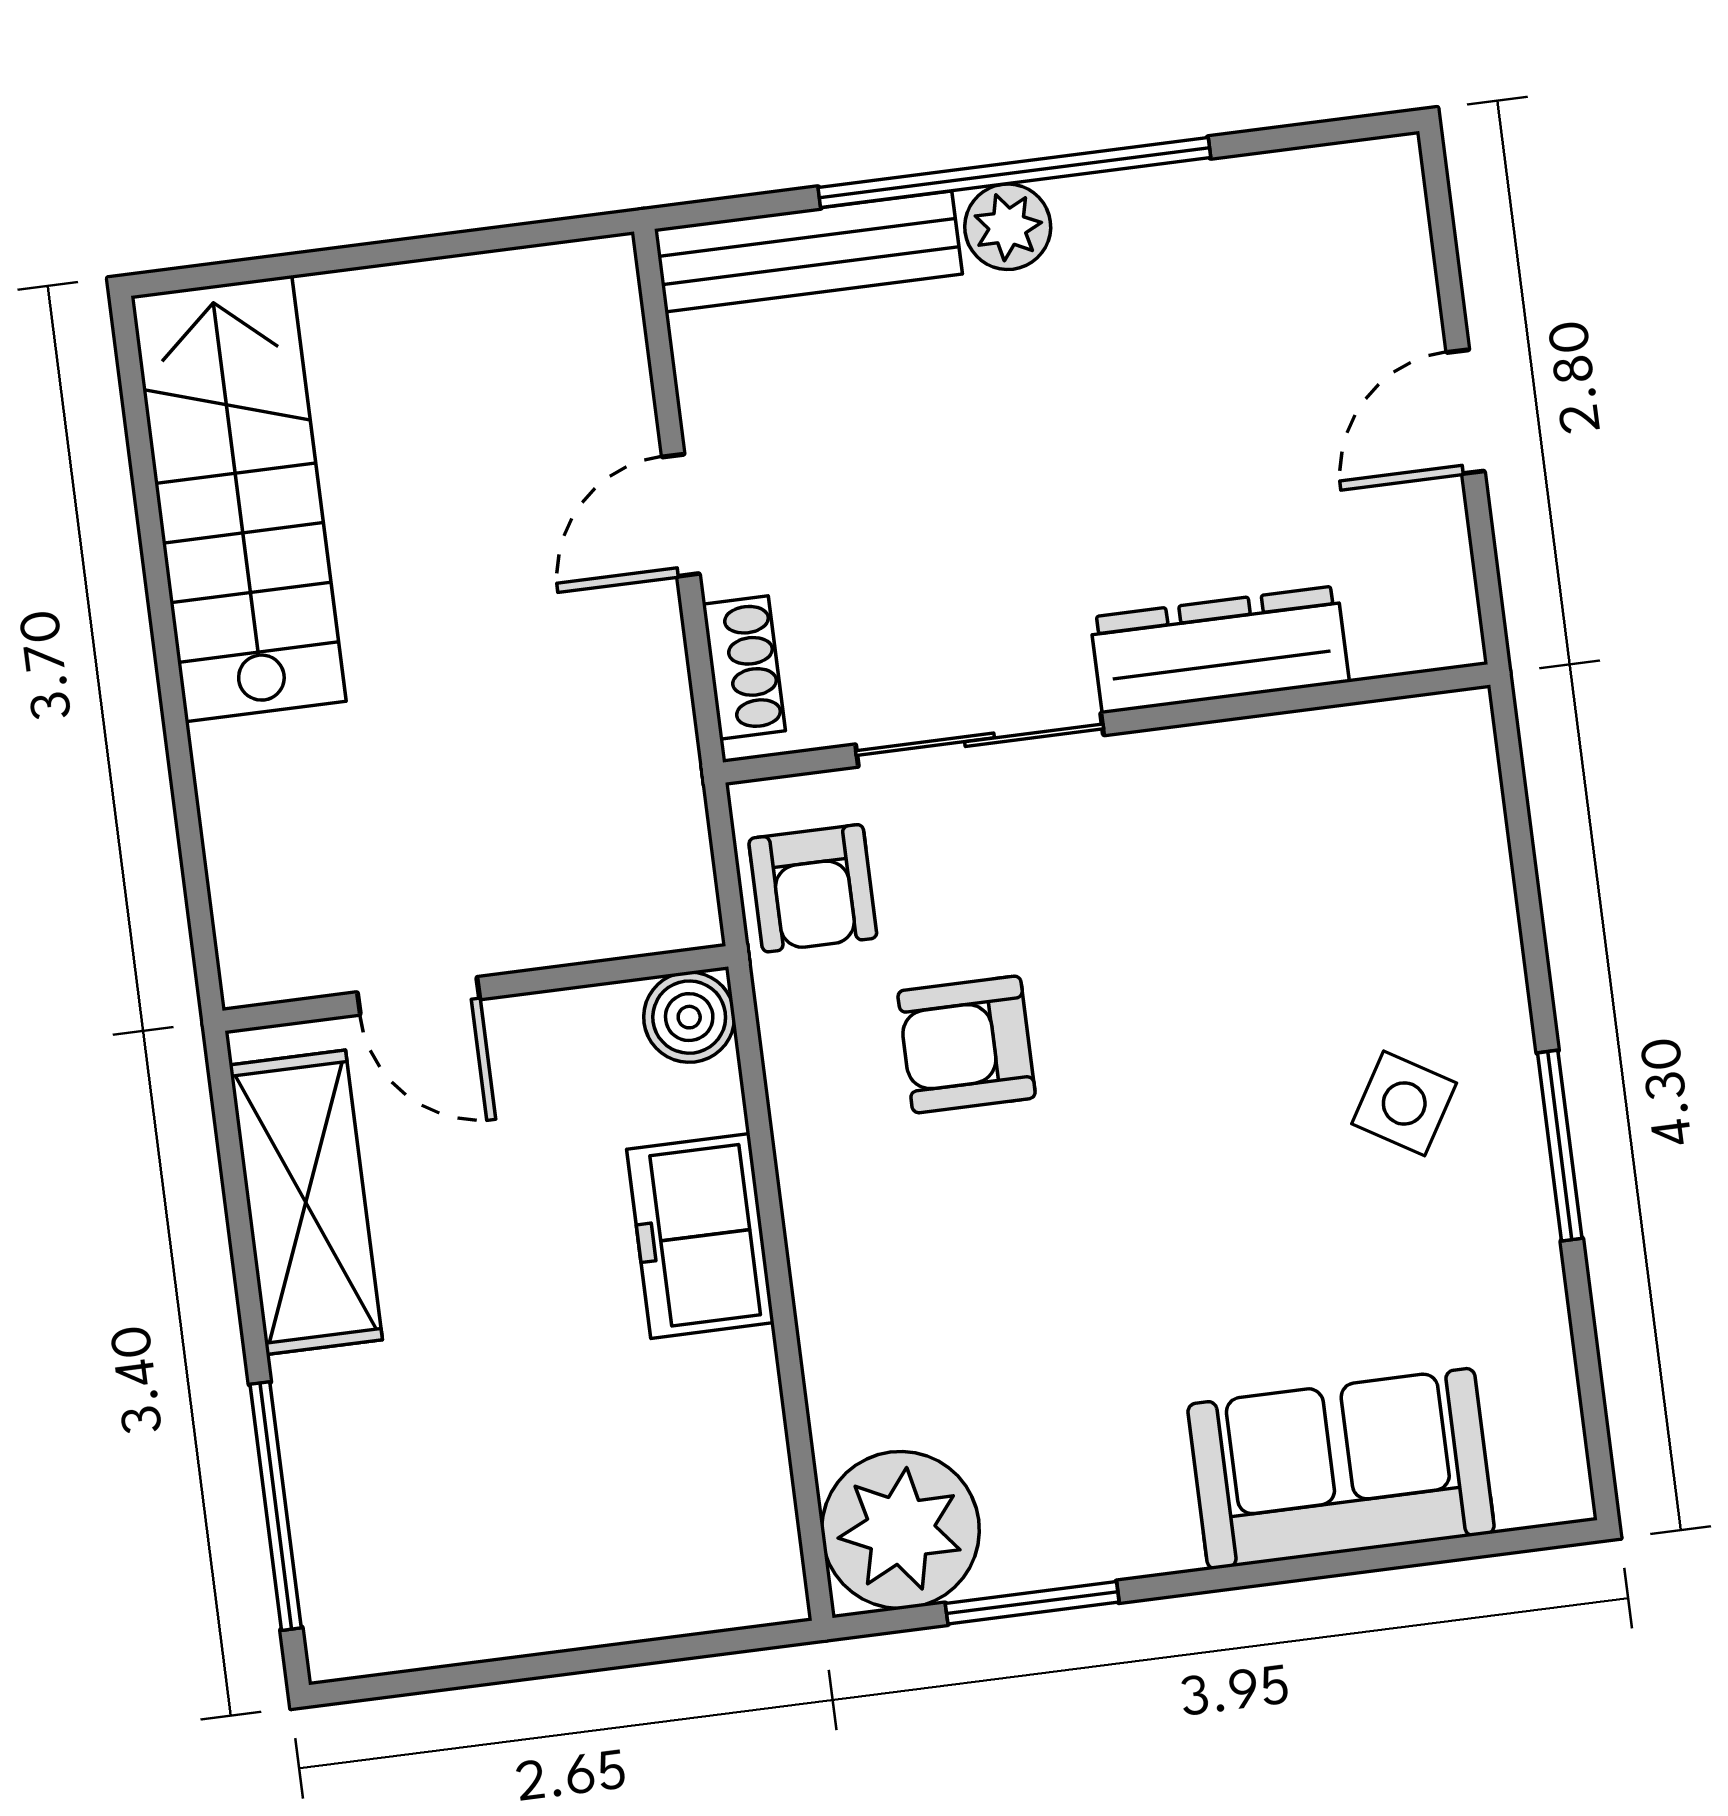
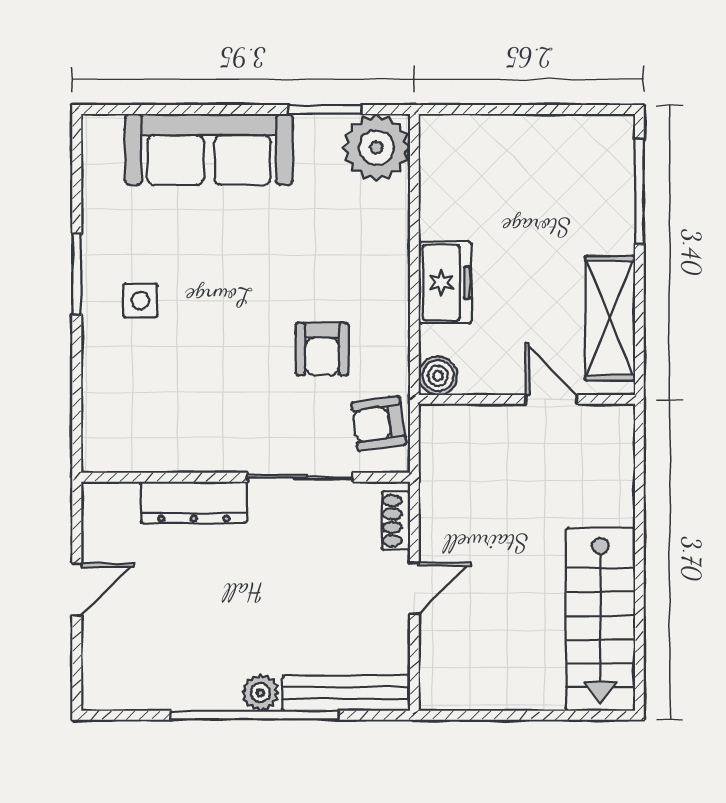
armchair: (813, 888) -> (379, 424), turned -98
armchair: (967, 1044) -> (322, 349), turned 90
side table: (1404, 1103) -> (140, 300), turned -31
sofa: (1341, 1469) -> (209, 149), width x1.36

